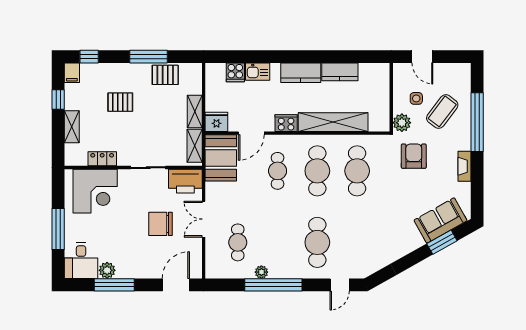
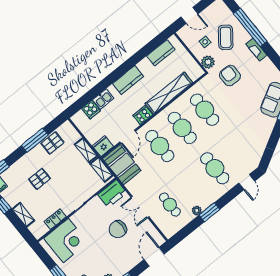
kitchen counter: (340, 72) -> (161, 53), moved
fireplace: (464, 166) -> (256, 50), moved
cafe table: (278, 171) -> (160, 146), width x1.37, depth x1.35
window: (273, 285) -> (209, 212), width x0.47

